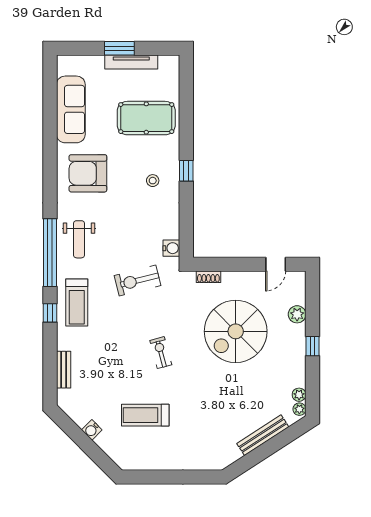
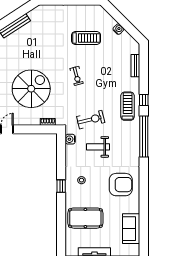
sofa: (71, 109) -> (131, 229), width x0.73
weight bench: (79, 239) -> (98, 147), moved, turned -90

